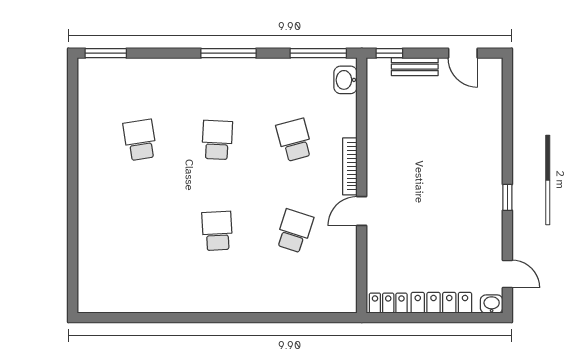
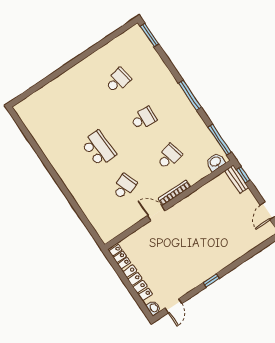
bench: (415, 67) -> (237, 179), moved
school desk: (217, 231) -> (99, 149), width x1.85
school desk: (294, 231) -> (124, 187), turned -39

